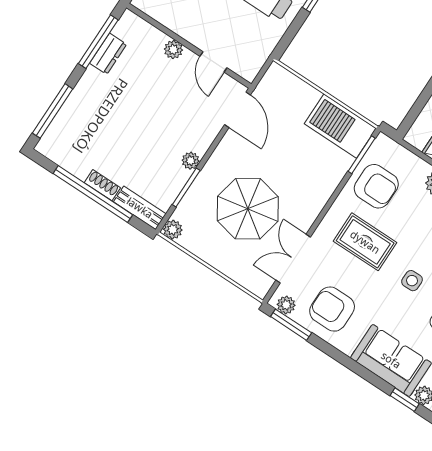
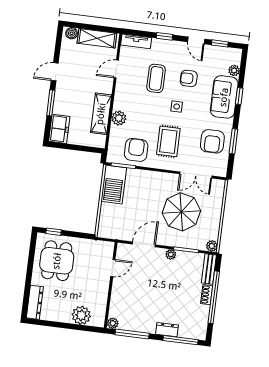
plant: (173, 50) -> (113, 323), moved
dresser: (108, 54) -> (167, 330), moved
door: (237, 110) -> (144, 244), moved
plant: (286, 305) -> (222, 167), removed
window: (291, 325) -> (233, 141), moved
window: (405, 400) -> (239, 96), moved

